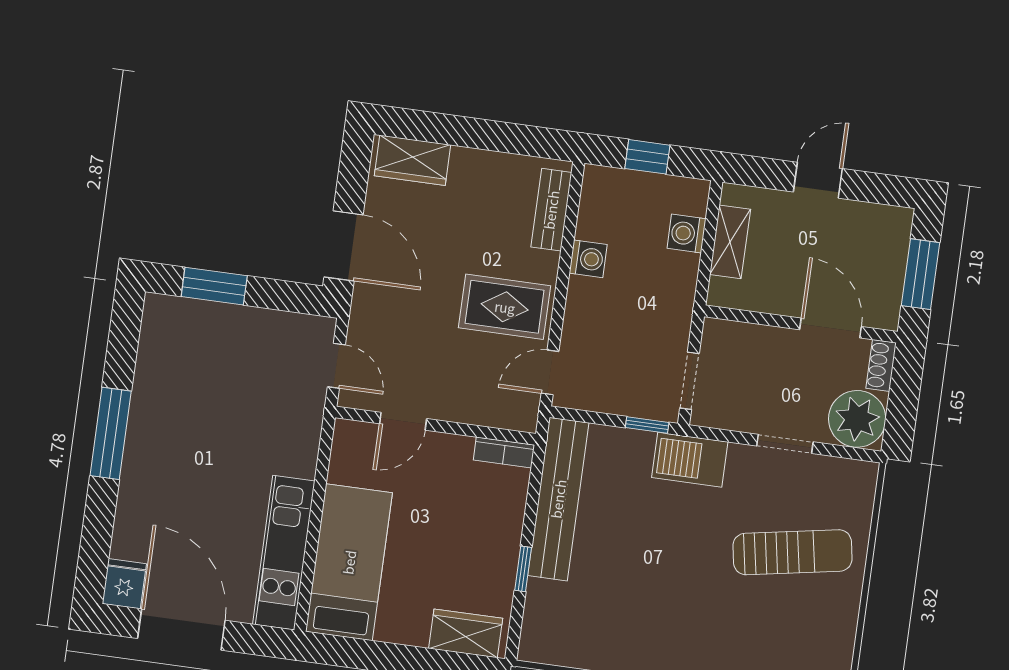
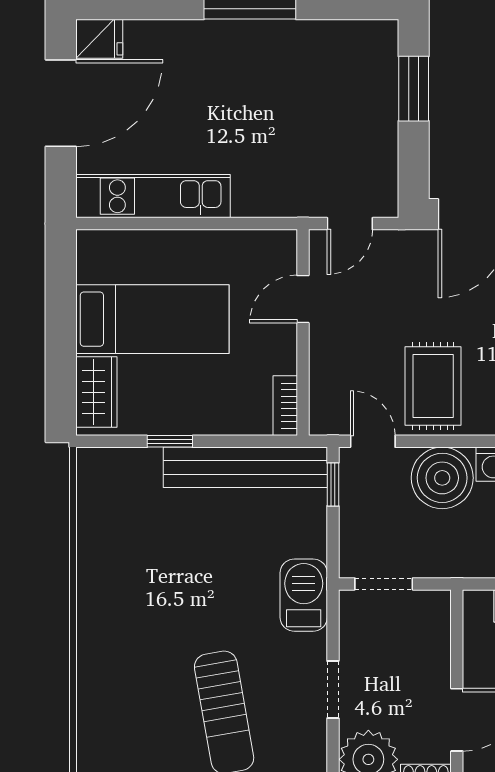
boiler: (595, 310) -> (442, 478), added
door: (403, 421) -> (303, 299), hinge flipped
window: (647, 425) -> (333, 484), moved
bed: (349, 562) -> (152, 319), moved

